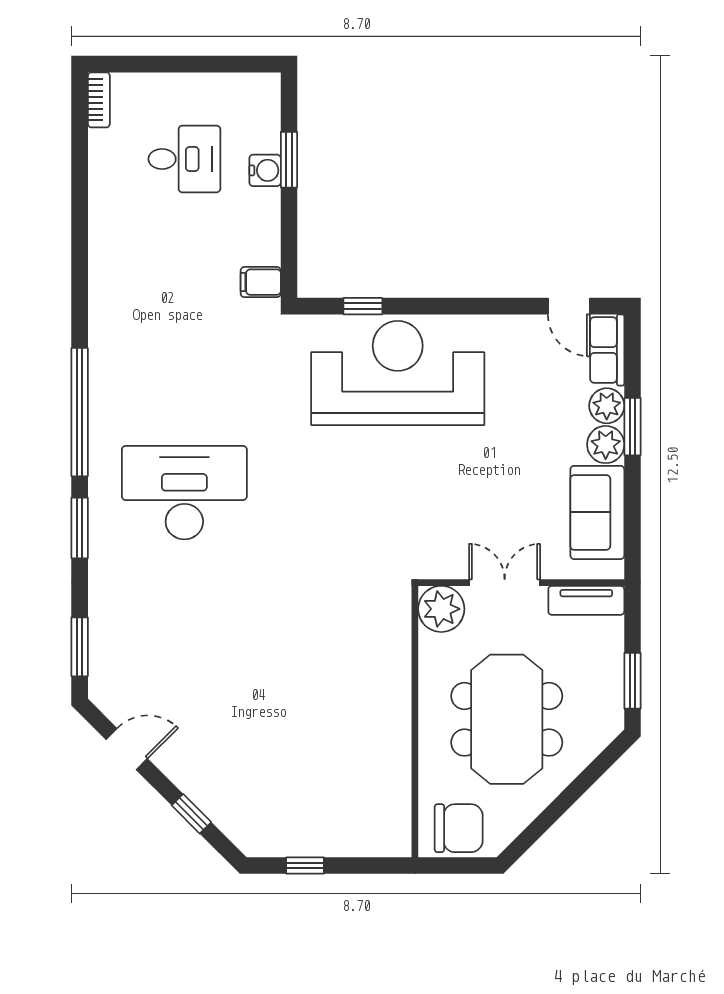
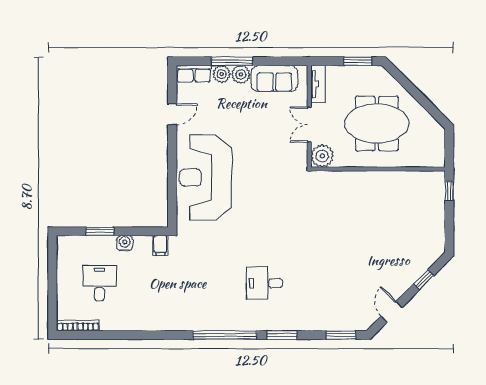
bookcase: (99, 100) -> (78, 325), width x1.56
water cooler: (265, 170) -> (125, 243), moved
window: (363, 306) -> (172, 195), removed
door: (569, 306) -> (172, 114), moved
window: (632, 427) -> (232, 61), width x1.44
desk: (184, 493) -> (265, 283), width x0.53, depth x0.77
chair: (459, 828) -> (431, 147), removed
window: (305, 866) -> (449, 191), moved

